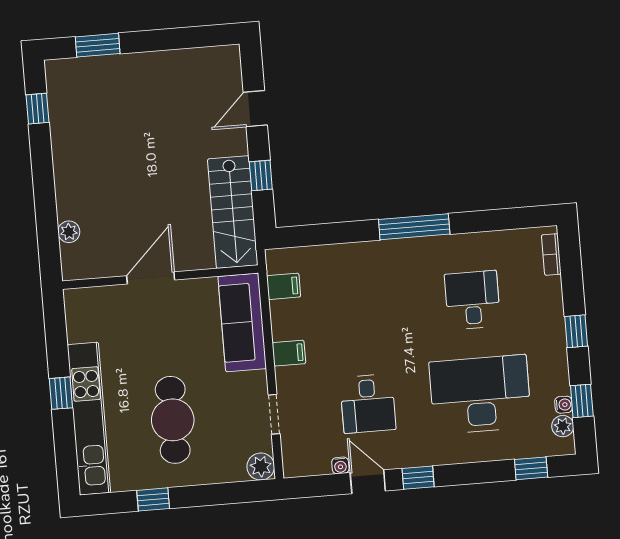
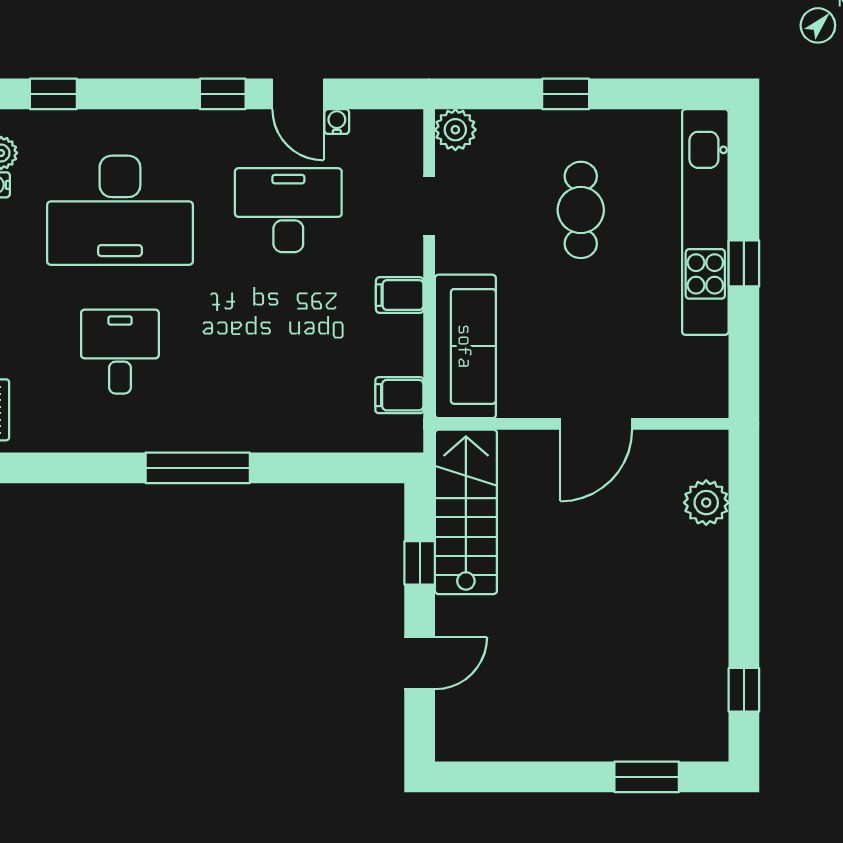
plant: (69, 232) -> (706, 503), width x1.38, depth x1.38
desk: (472, 300) -> (120, 352), turned 180
desk: (368, 404) -> (288, 210), width x1.37
cafe table: (173, 420) -> (581, 210), width x0.73, depth x0.74
window: (153, 499) -> (566, 94), moved

